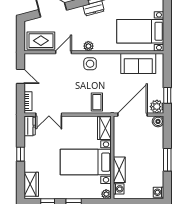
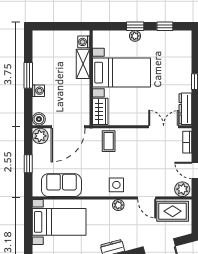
door: (63, 52) -> (147, 198), hinge flipped
plant: (32, 60) -> (182, 189), added
window: (167, 95) -> (28, 164), moved
dresser: (30, 126) -> (185, 109), width x1.44
wardrobe: (31, 184) -> (184, 47), removed
washing machine: (158, 192) -> (38, 91), moved
plant: (106, 194) -> (135, 36), moved

